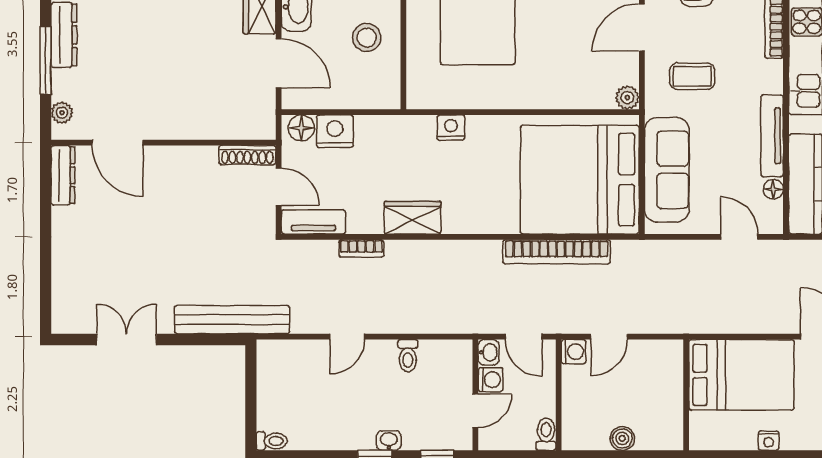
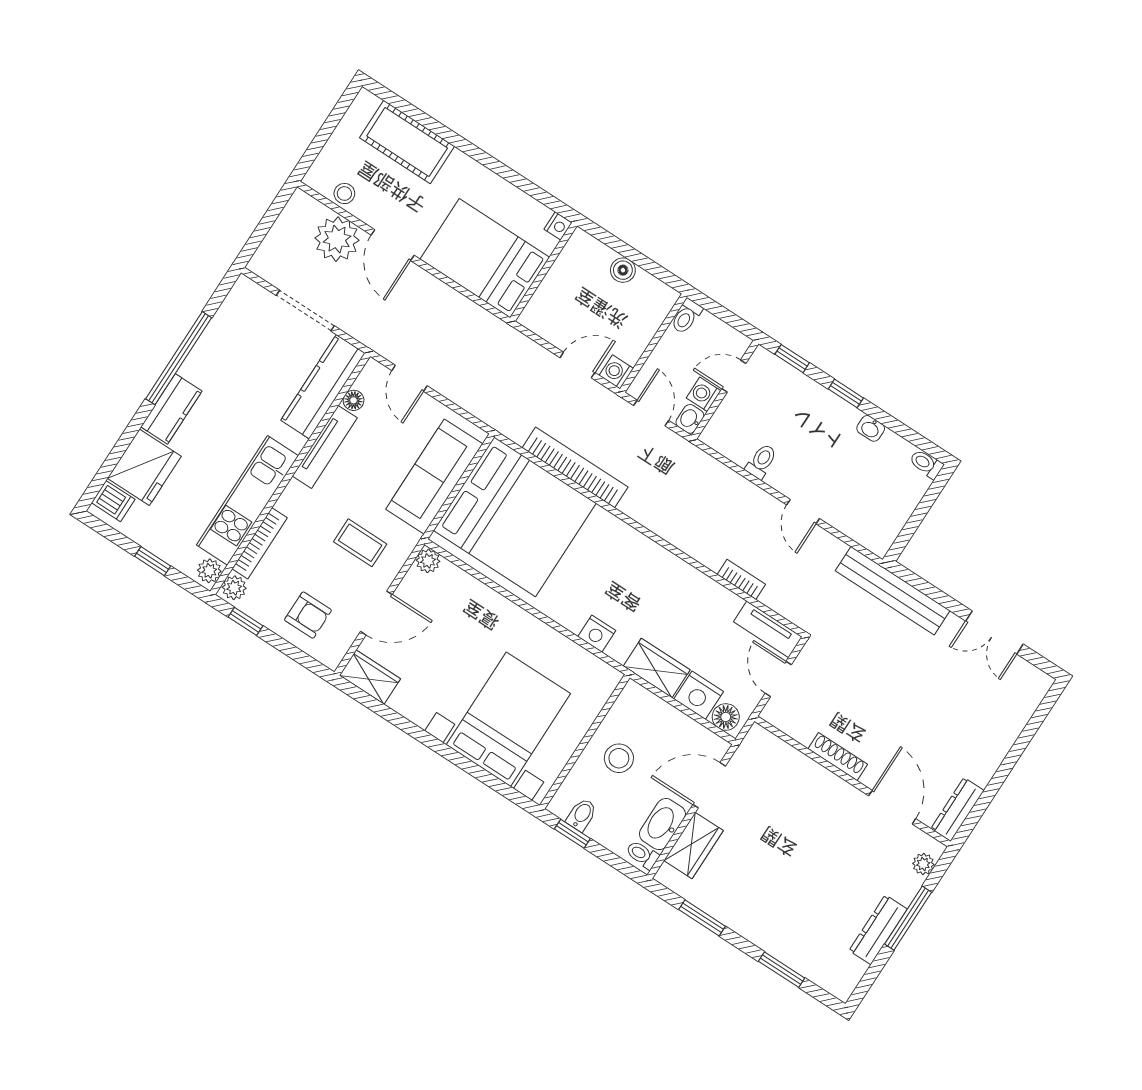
door: (279, 63) -> (709, 785), hinge flipped
shoe rack: (247, 155) -> (838, 757), moved
wardrobe: (413, 218) -> (657, 668), moved, turned 180
door: (347, 337) -> (803, 512), swing flipped
washbasin: (389, 441) -> (871, 428), moved
nightstand: (769, 441) -> (558, 226), moved, turned 90

